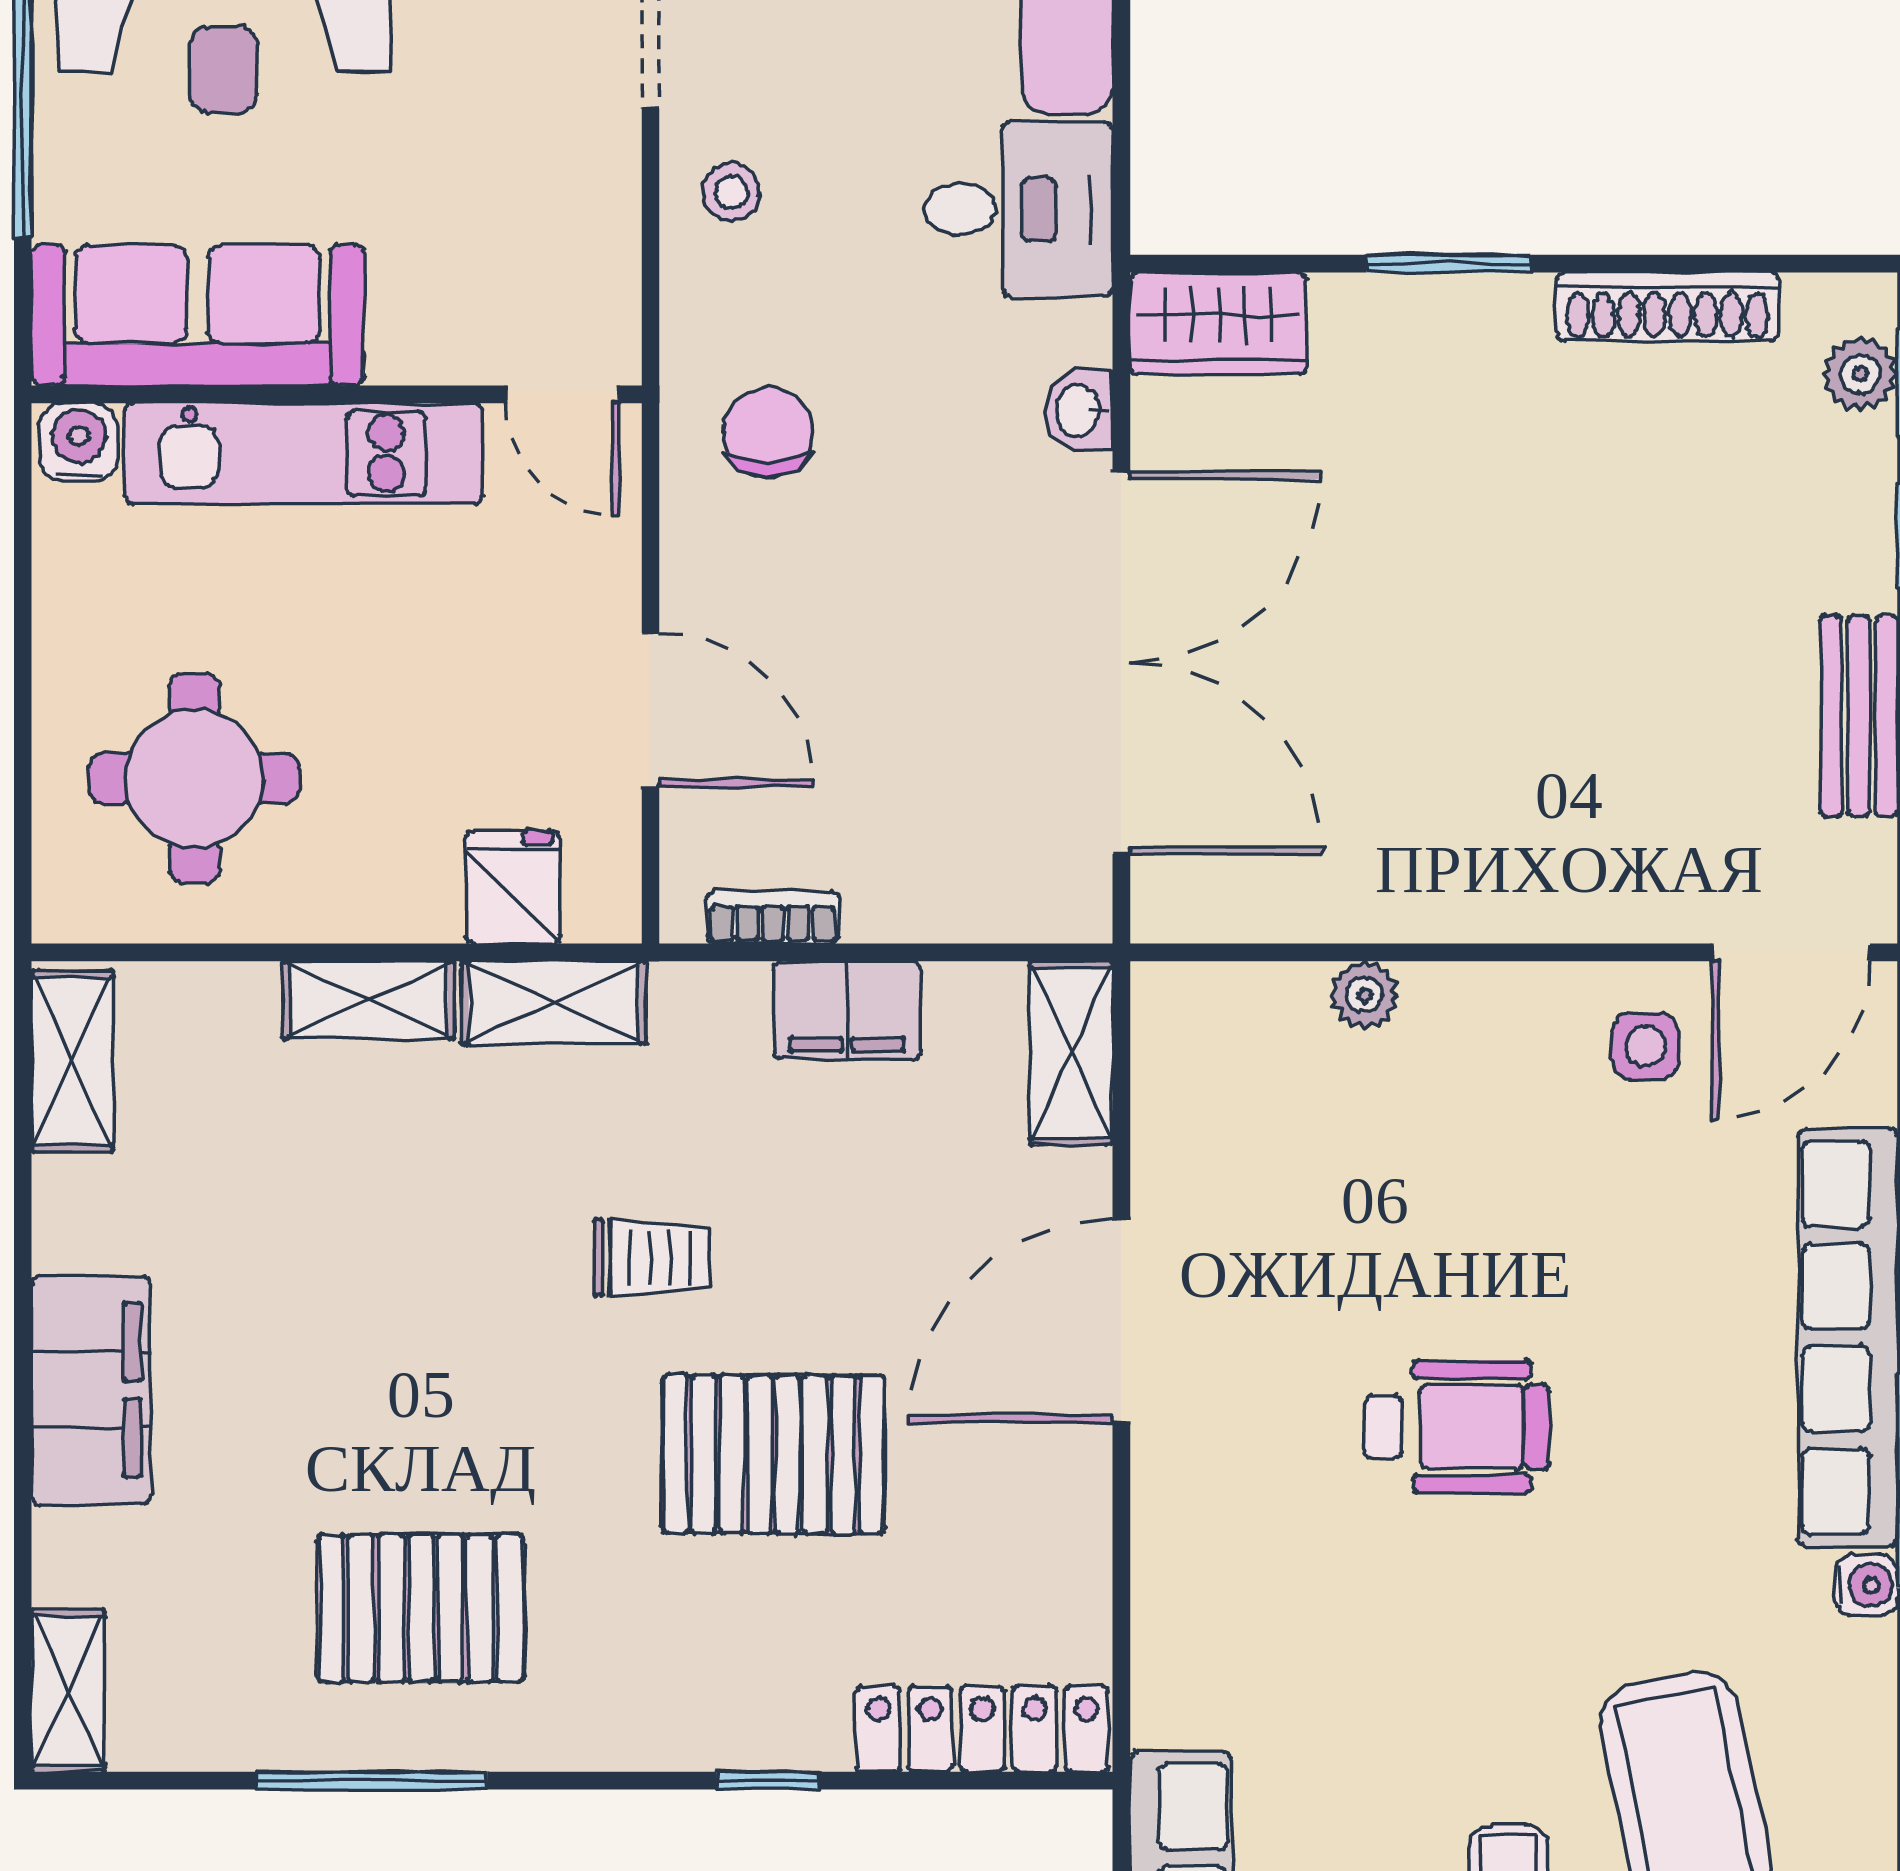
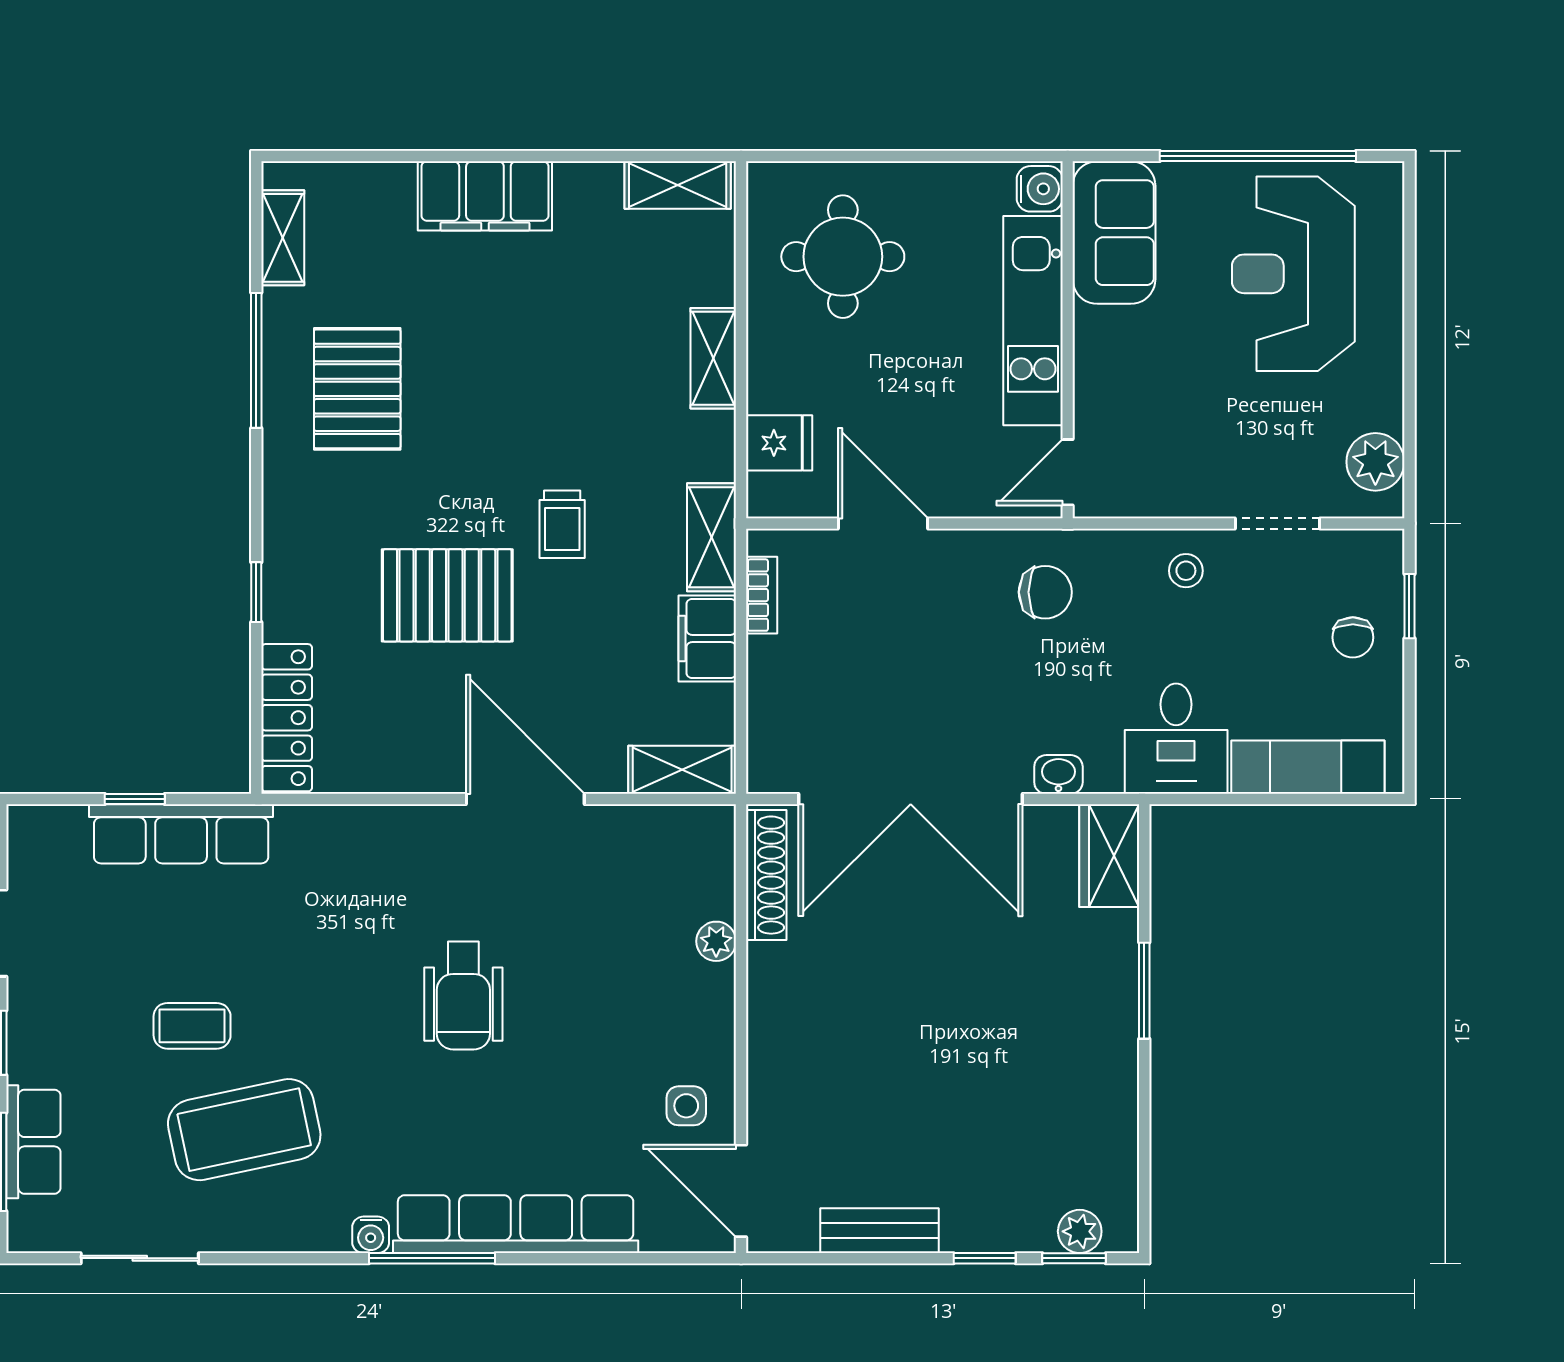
shoe rack: (1667, 307) -> (766, 875), moved, turned 180
sofa: (197, 315) -> (1114, 233), width x0.73
door: (650, 710) -> (883, 523), swing flipped
shelving: (554, 1003) -> (712, 537), moved
pallet: (773, 1454) -> (447, 595), turned 90
shelving: (68, 1691) -> (283, 238), moved, turned 90

